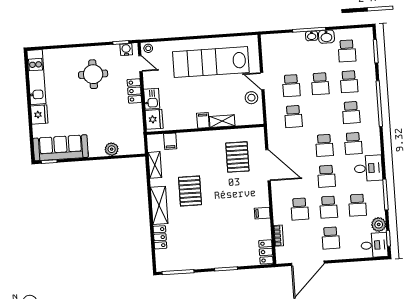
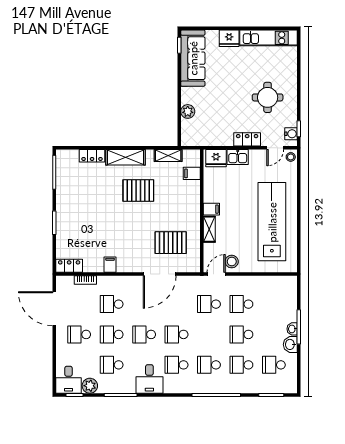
door: (262, 81) -> (216, 274), moved

